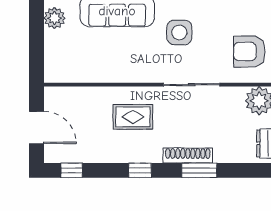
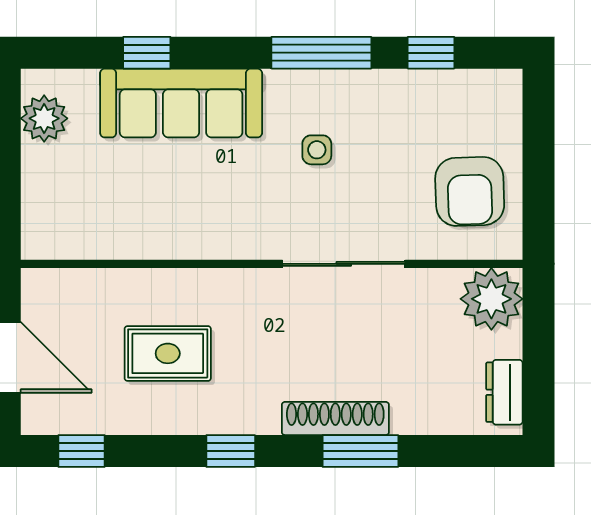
side table: (179, 32) -> (317, 150), width x0.54, depth x0.54
armchair: (249, 52) -> (470, 191), turned -92
rug: (133, 117) -> (168, 353), moved

